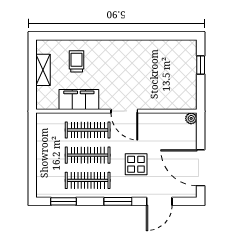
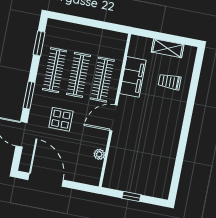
trolley: (77, 61) -> (170, 82), turned 180
window: (201, 65) -> (131, 196), moved
plant: (191, 118) -> (99, 154), moved
door: (201, 168) -> (46, 180), hinge flipped

